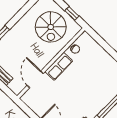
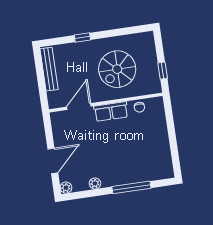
spiral stairs: (51, 27) -> (117, 69), moved

